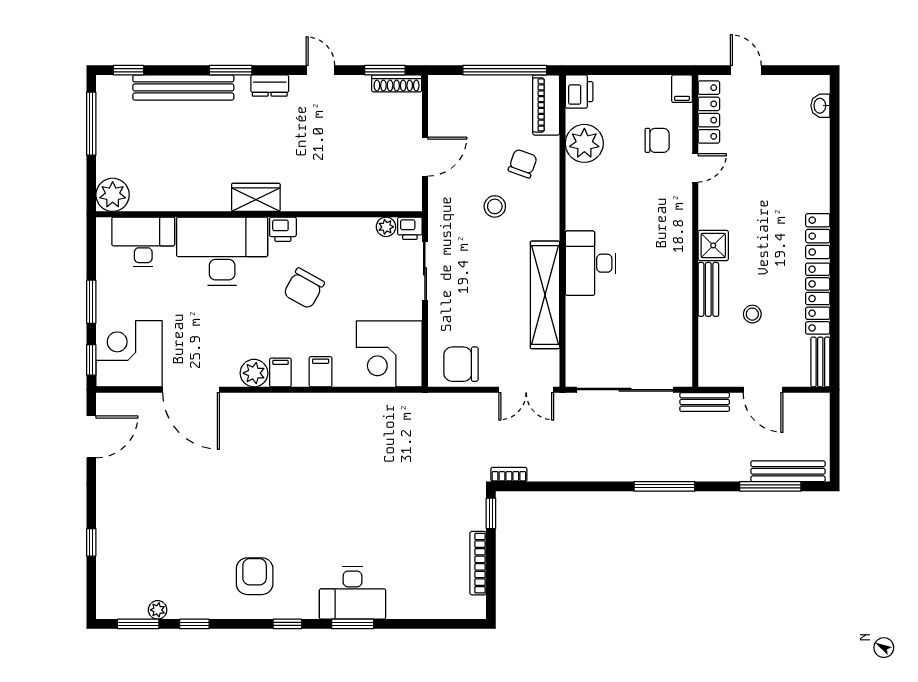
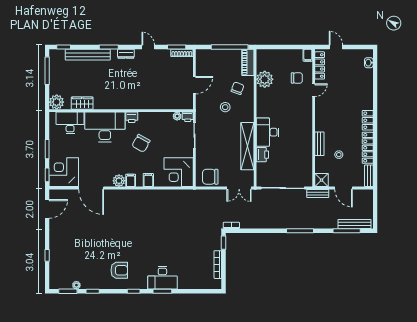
printer: (579, 92) -> (262, 155), moved
wardrobe: (256, 197) -> (82, 103), moved
shower: (713, 245) -> (322, 180), moved
armchair: (255, 576) -> (119, 270), turned 90

